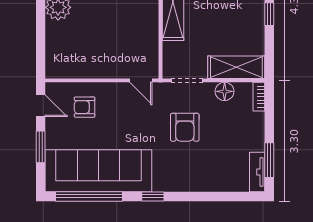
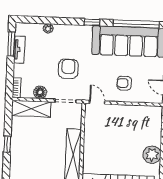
armchair: (85, 107) -> (124, 83), moved, turned 180
tv unit: (257, 172) -> (19, 50), moved
plant: (217, 185) -> (48, 28), added

